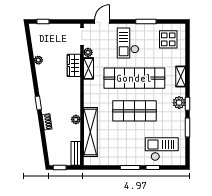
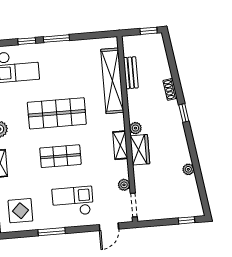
checkout: (128, 43) -> (73, 201), turned -90
wardrobe: (74, 65) -> (140, 150), moved
shelving: (88, 68) -> (120, 145), moved
shop shelf: (134, 78) -> (60, 156), width x0.50, depth x0.74
plant: (76, 119) -> (135, 128), moved
bench: (76, 153) -> (131, 73), moved

